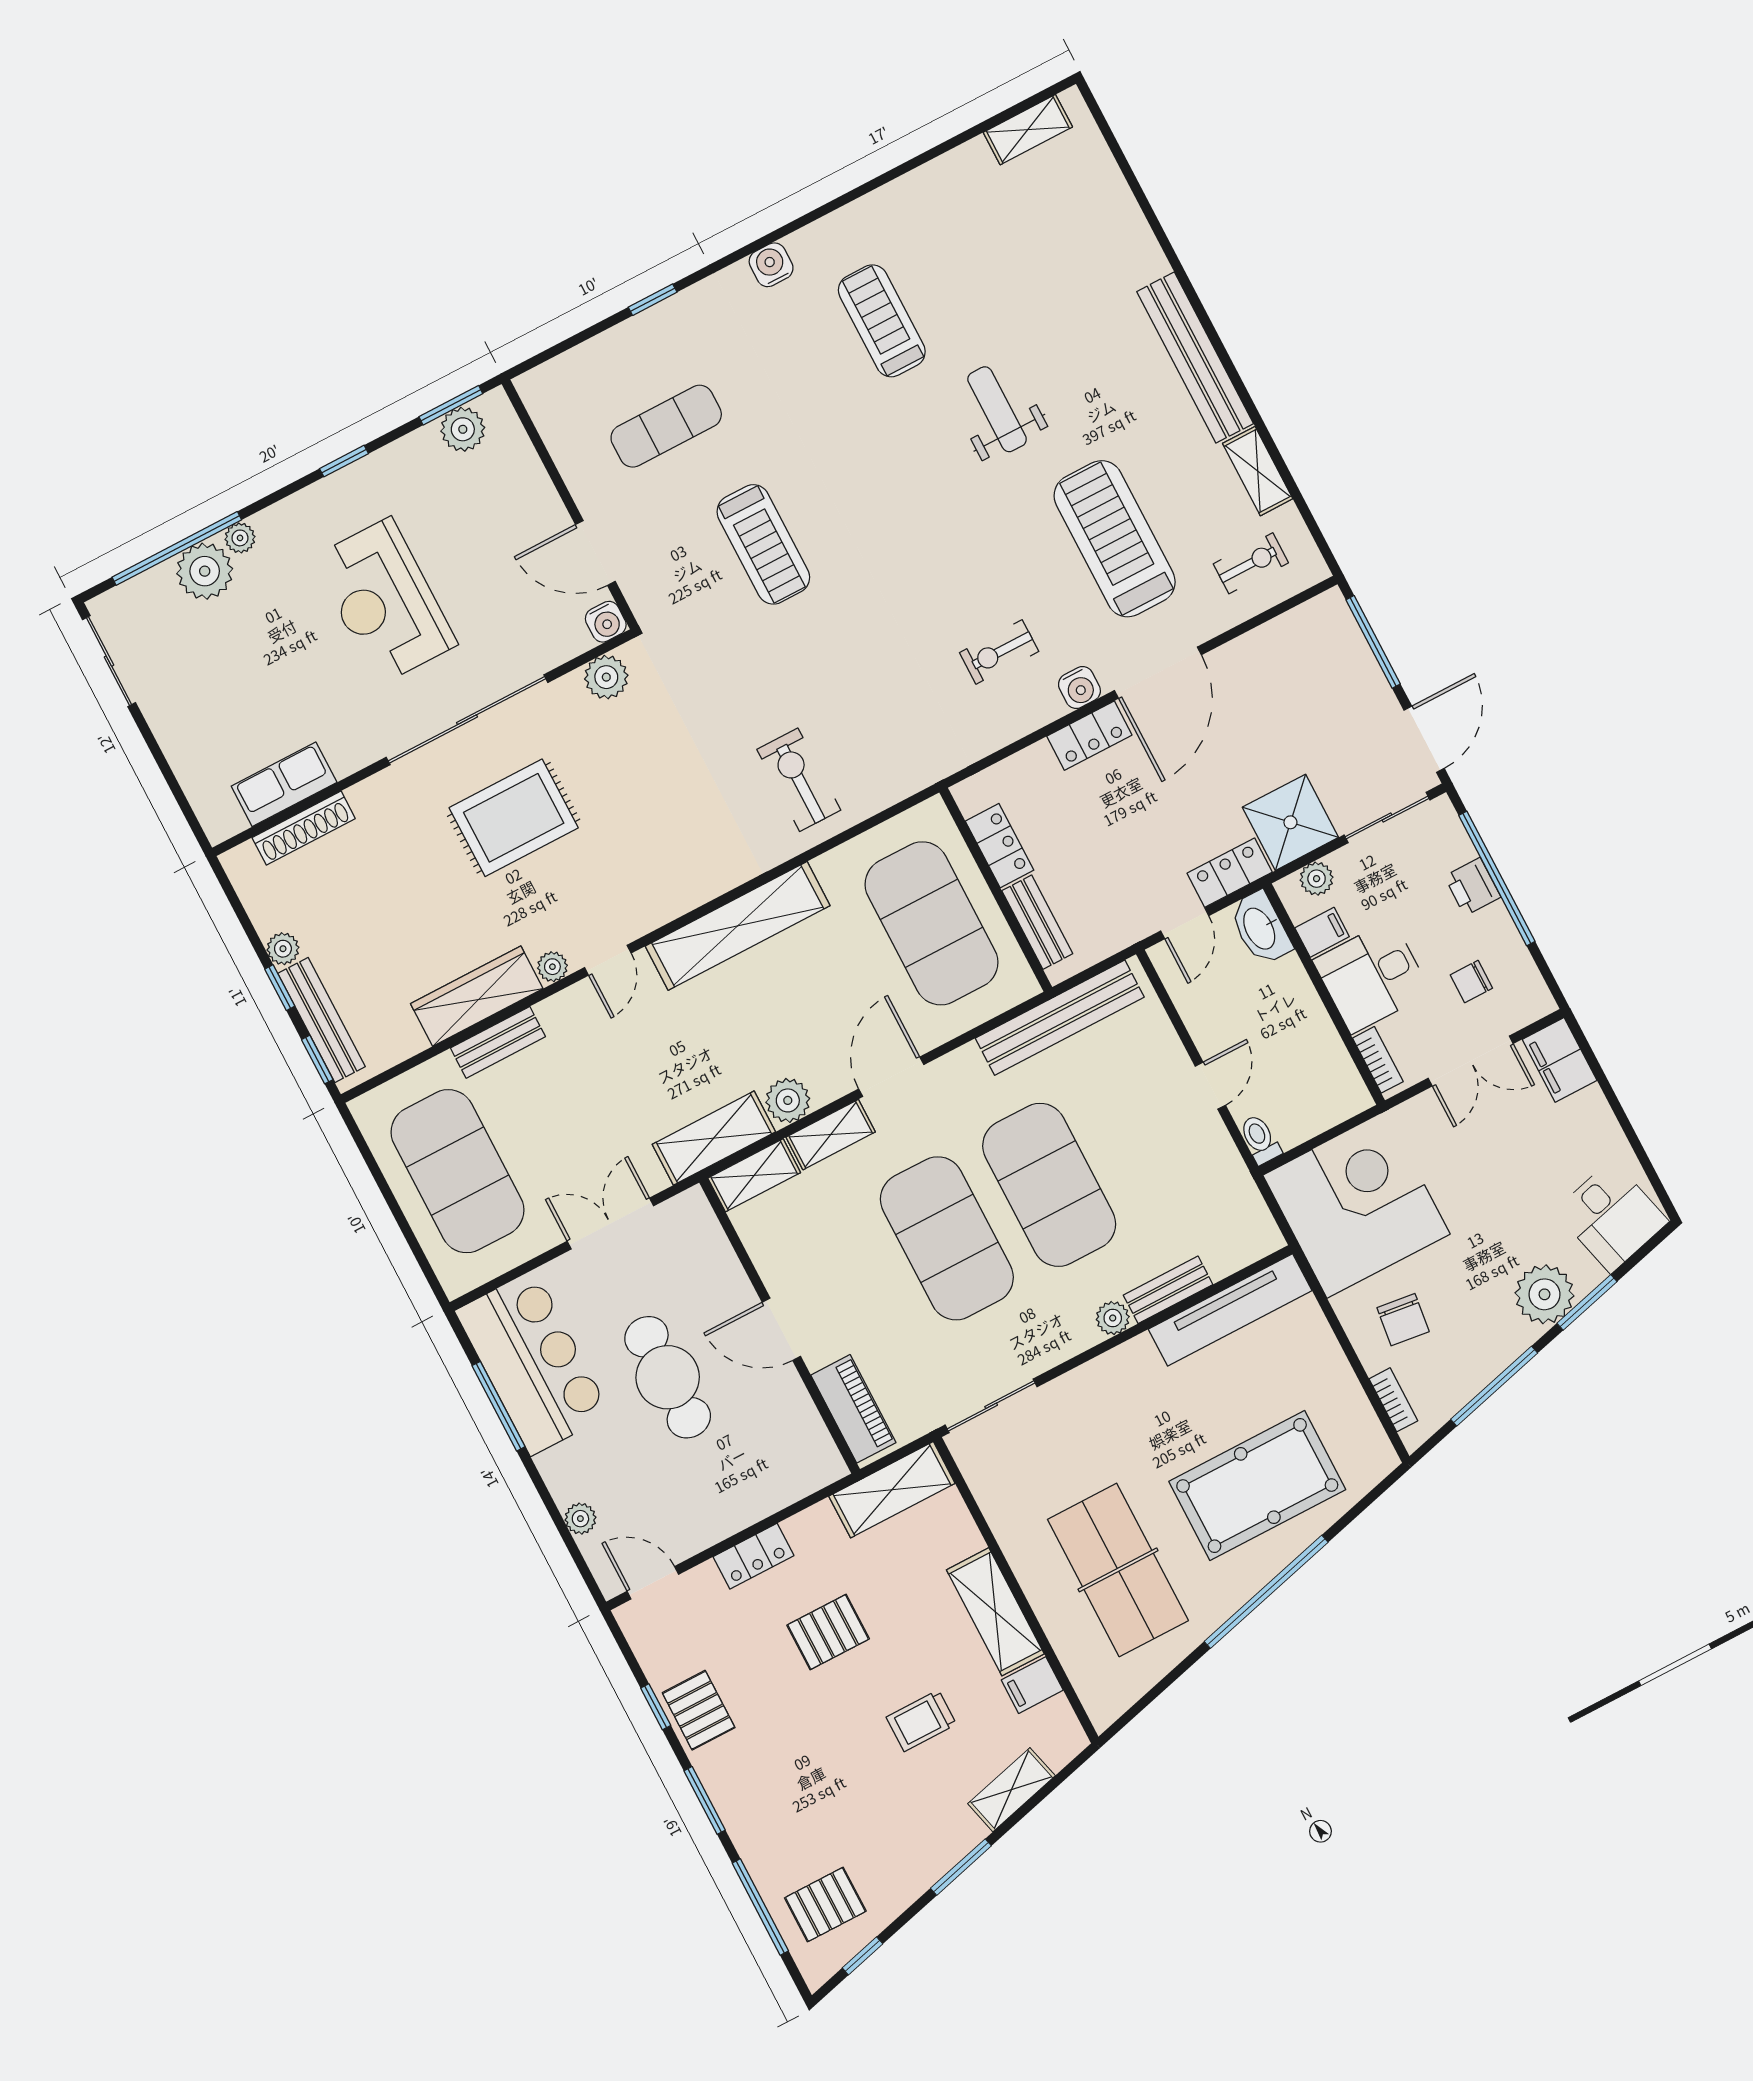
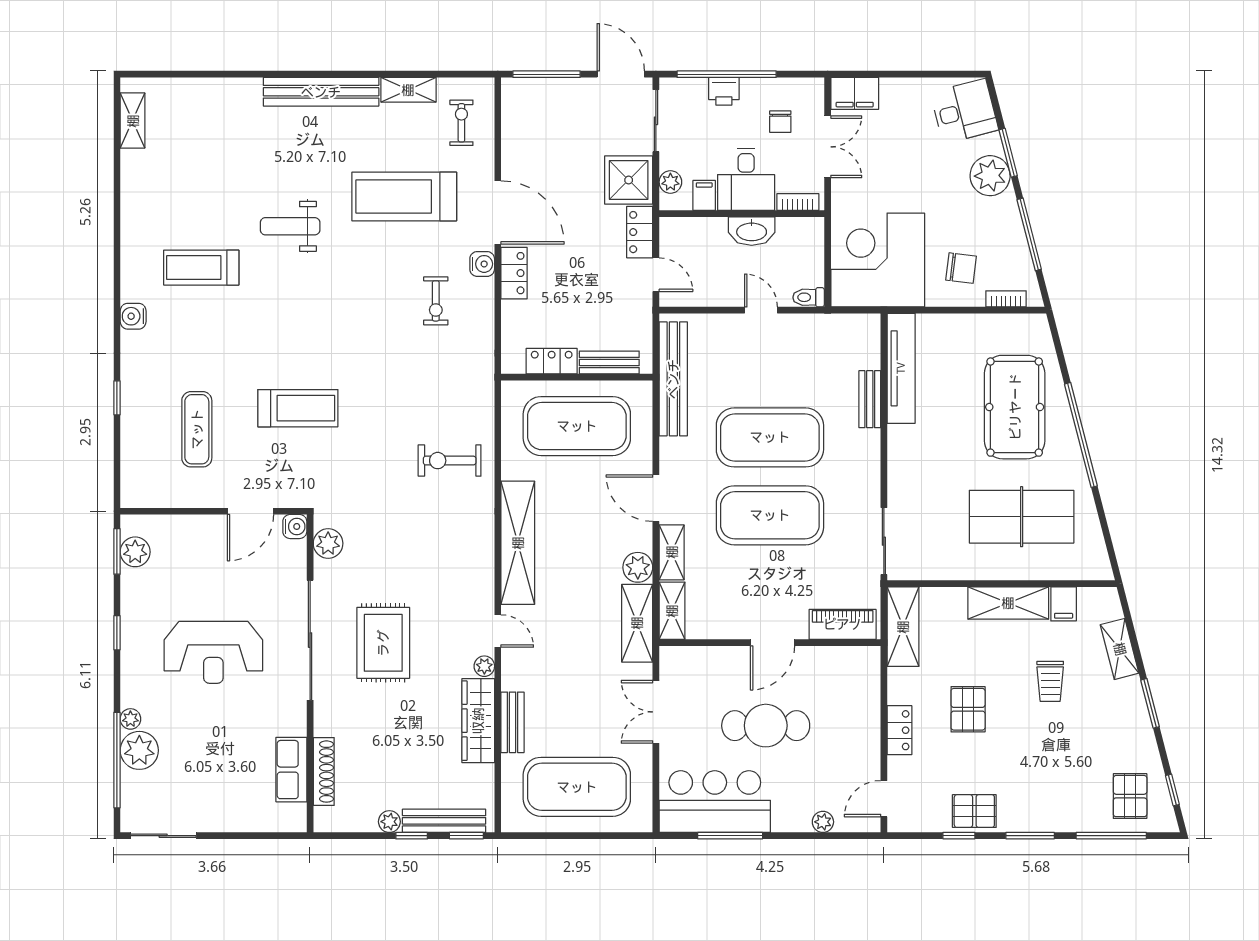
washbasin: (1260, 928) -> (752, 231), moved
plant: (1113, 1318) -> (869, 441), removed

